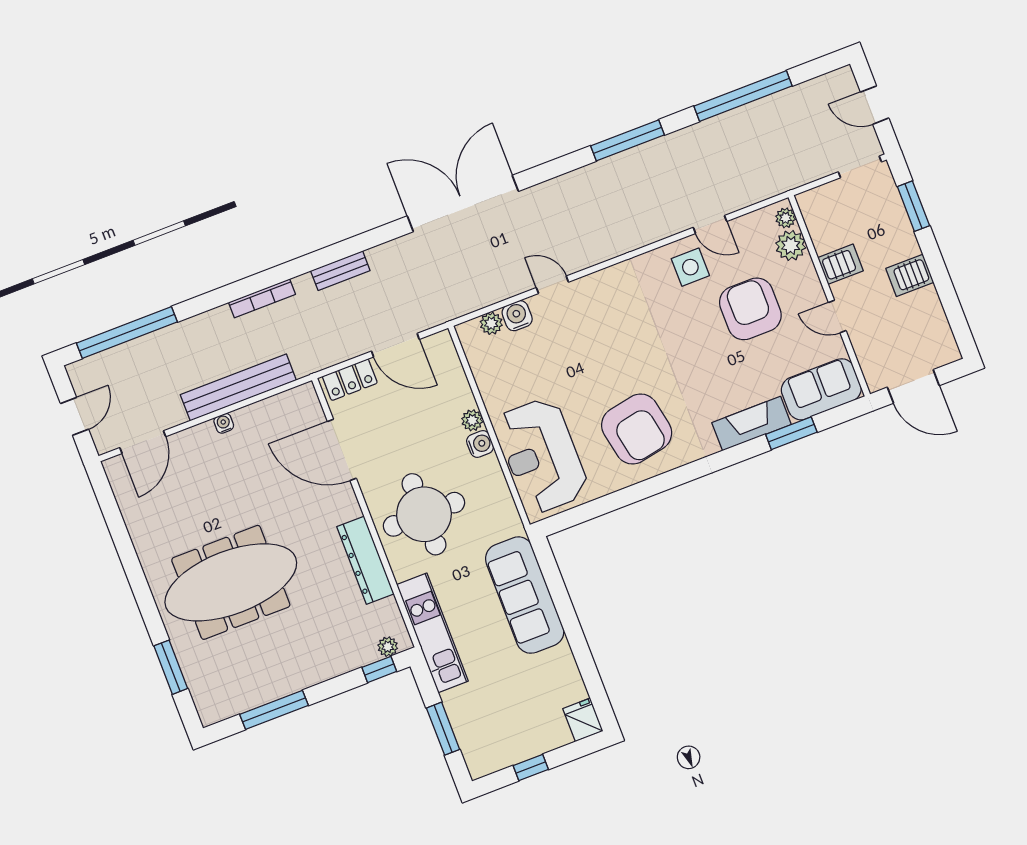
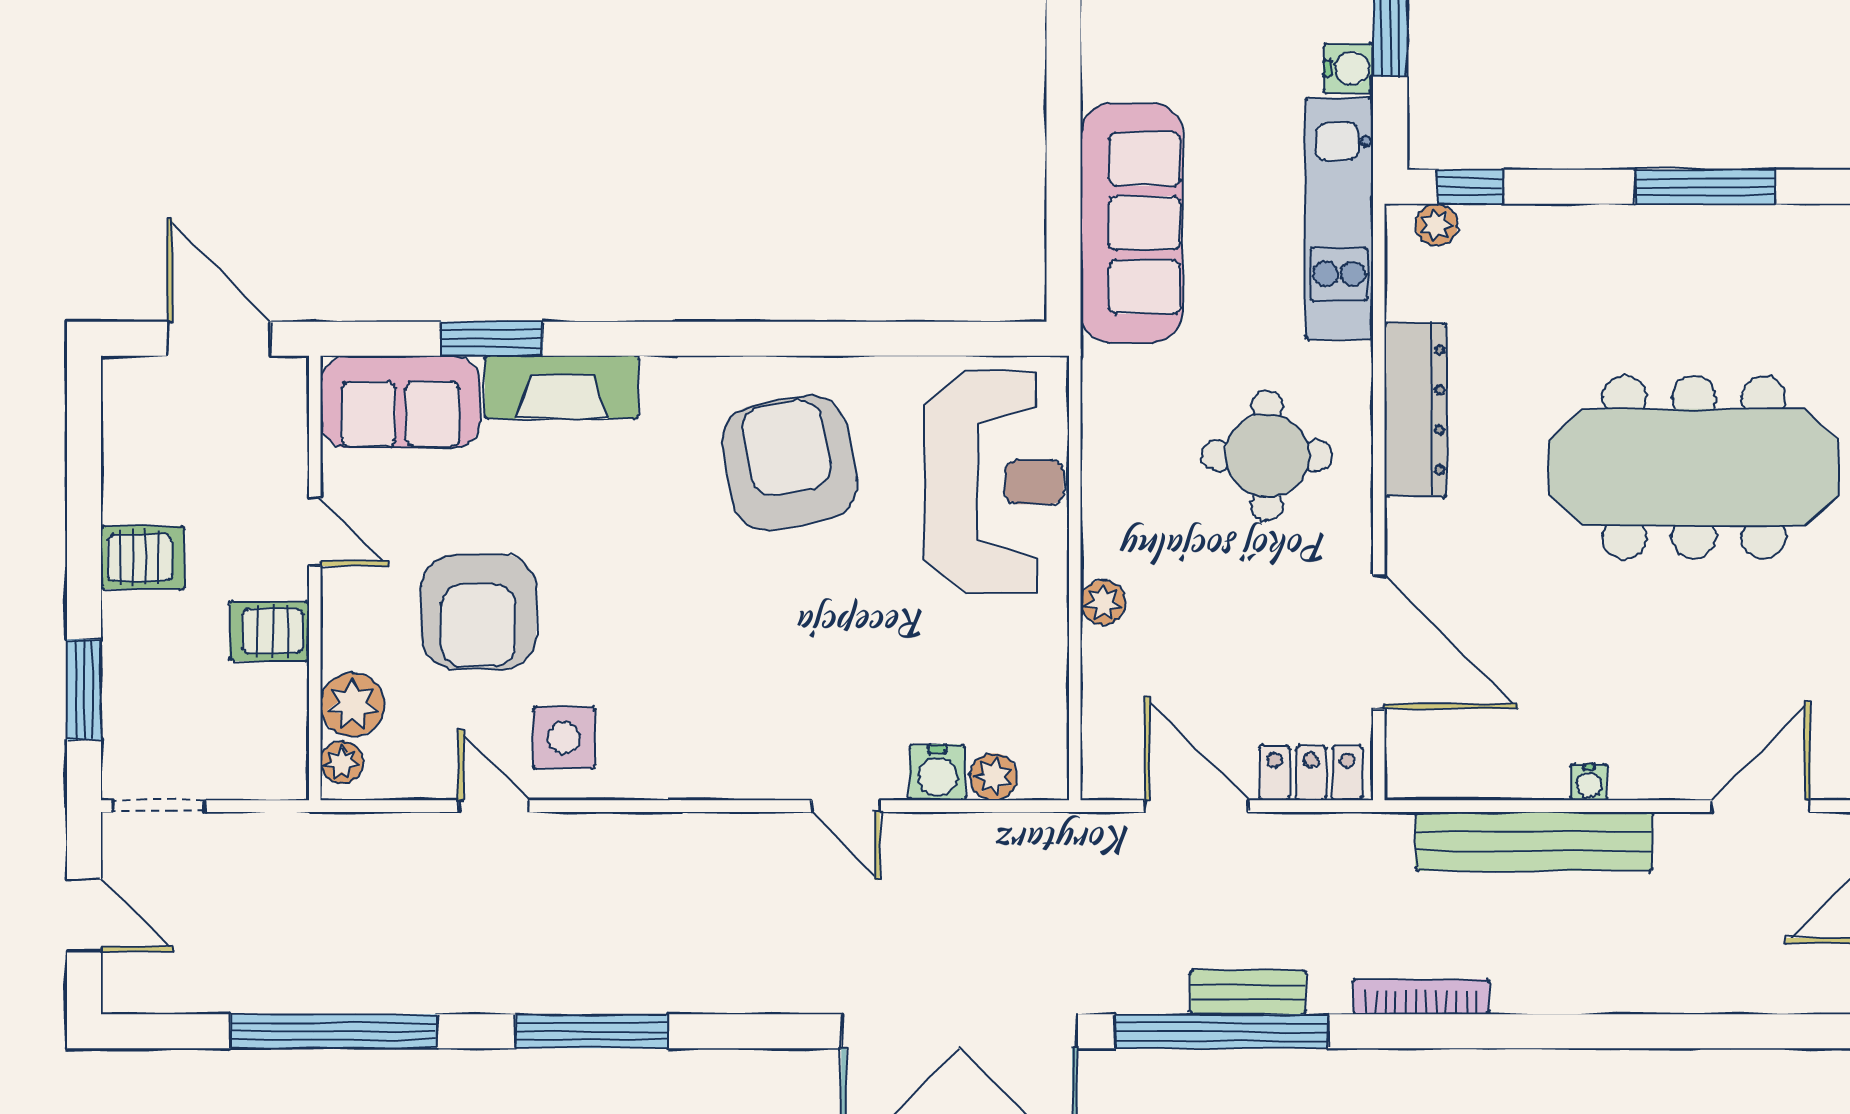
window: (127, 333) -> (1222, 1031), moved
water cooler: (480, 444) -> (1348, 68), moved, turned 180
round table: (424, 514) -> (1267, 456), width x0.73, depth x0.73

